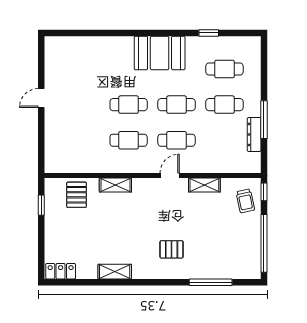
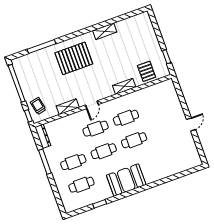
dresser: (254, 134) -> (43, 136), moved
pallet: (172, 249) -> (74, 58), width x2.05, depth x2.00
locker: (61, 271) -> (139, 19), removed

